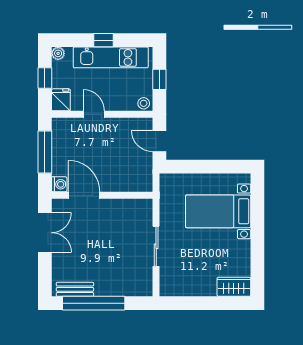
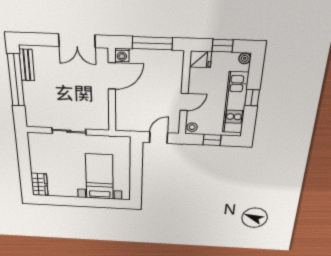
door: (94, 114) -> (184, 102), moved

